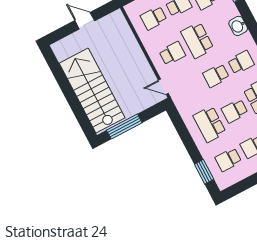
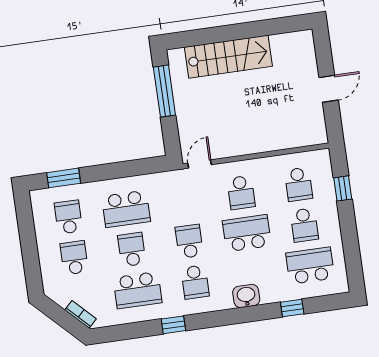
school desk: (154, 18) -> (299, 184), turned 180
stairs: (92, 91) -> (228, 57), width x0.73, depth x0.66
school desk: (210, 124) -> (126, 209), turned 180

